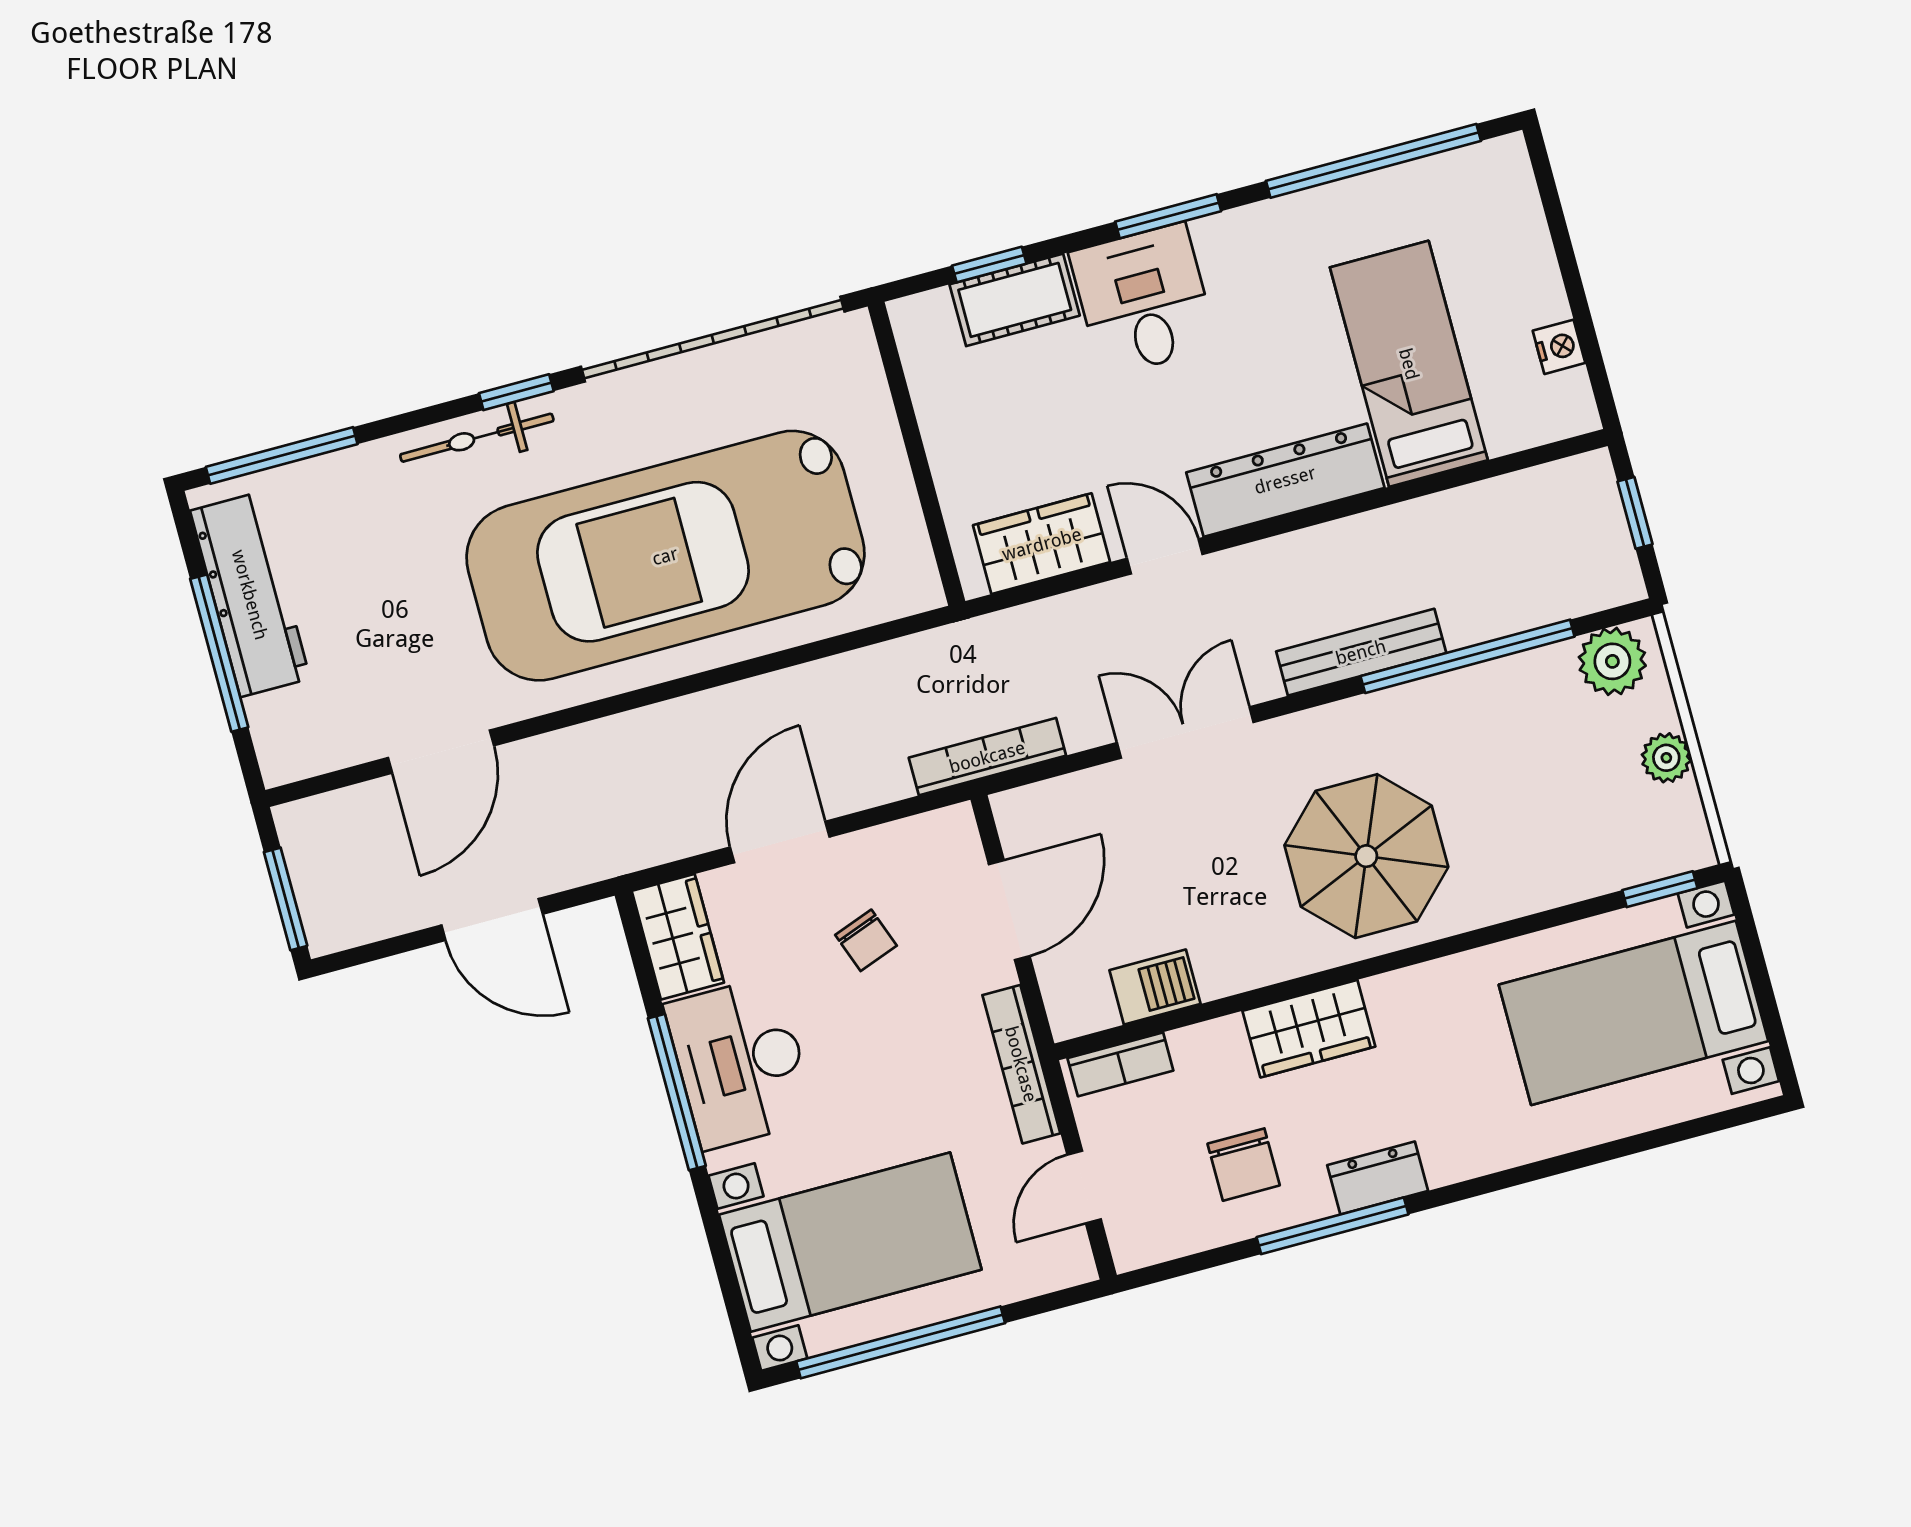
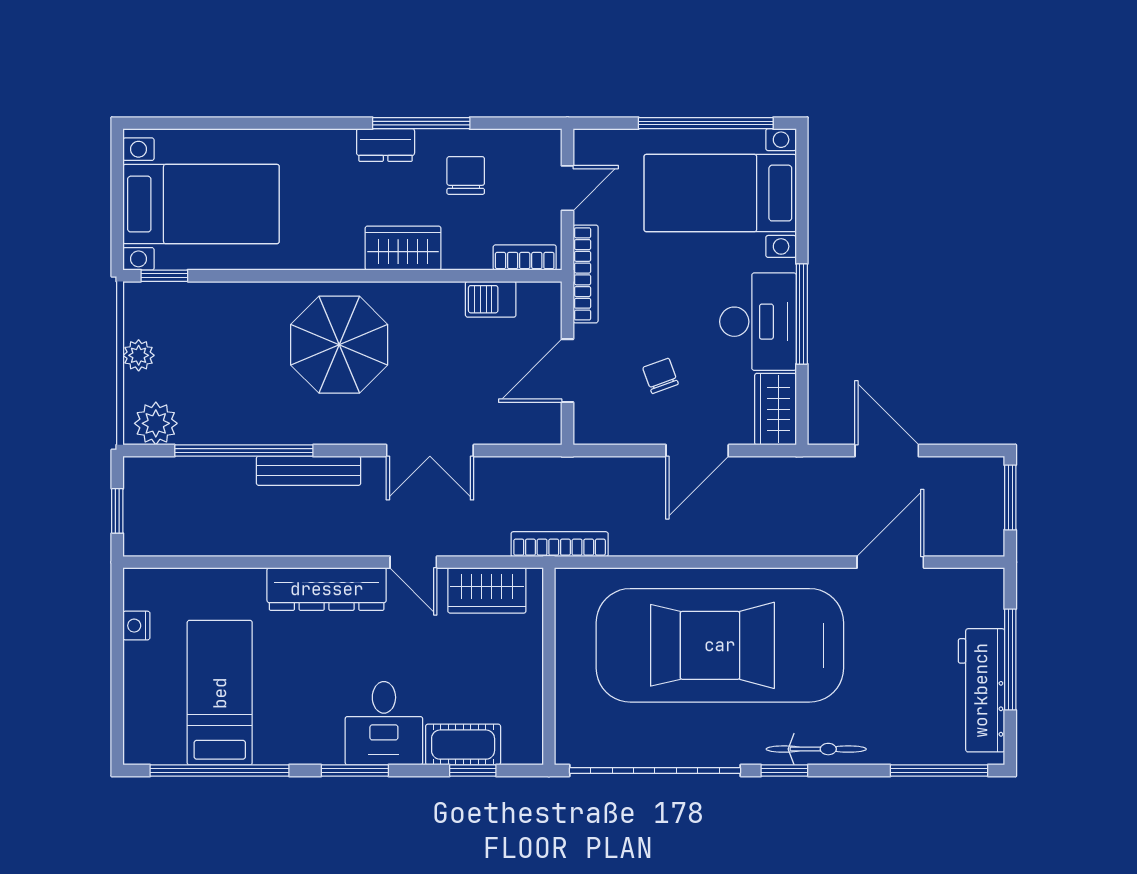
bed: (1409, 364) -> (220, 693), moved, turned 180
car: (665, 556) -> (720, 645), turned 180
bookcase: (987, 757) -> (560, 544), moved, turned 180

